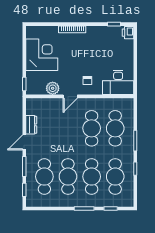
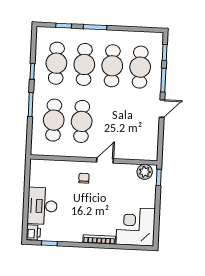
corner desk: (42, 55) -> (136, 227), moved, turned 90
desk: (118, 82) -> (42, 206), moved, turned -90
plant: (53, 88) -> (145, 172), moved
dresser: (31, 125) -> (153, 129), removed

